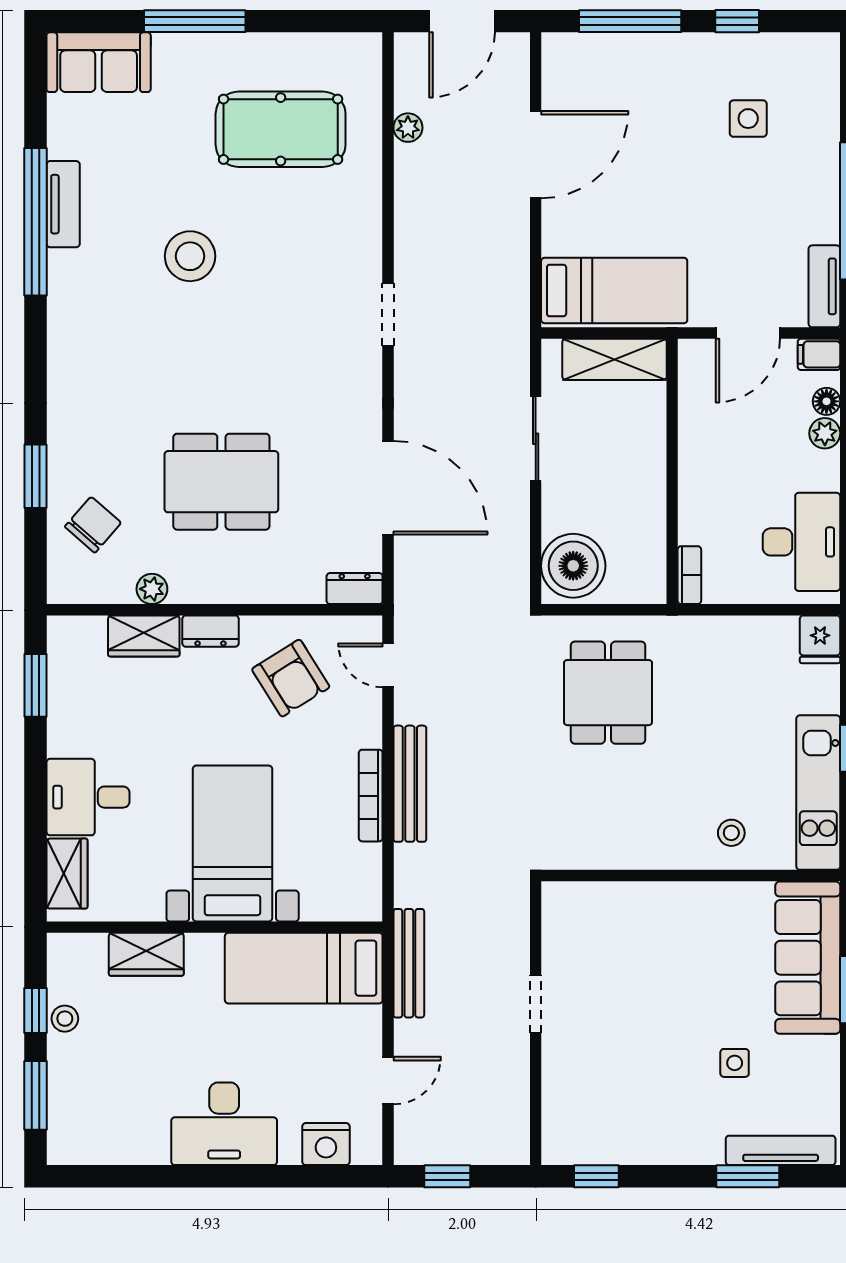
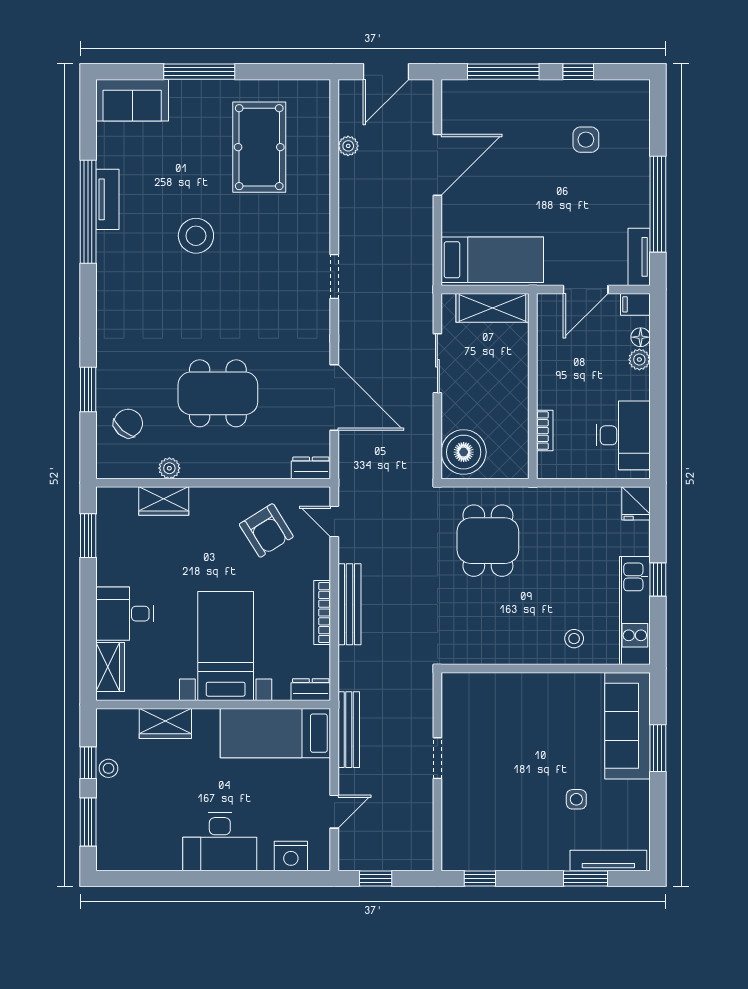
pool table: (281, 129) -> (259, 147), turned 90
bookcase: (689, 575) -> (545, 431), moved
dresser: (210, 631) -> (311, 690), moved, turned 180

